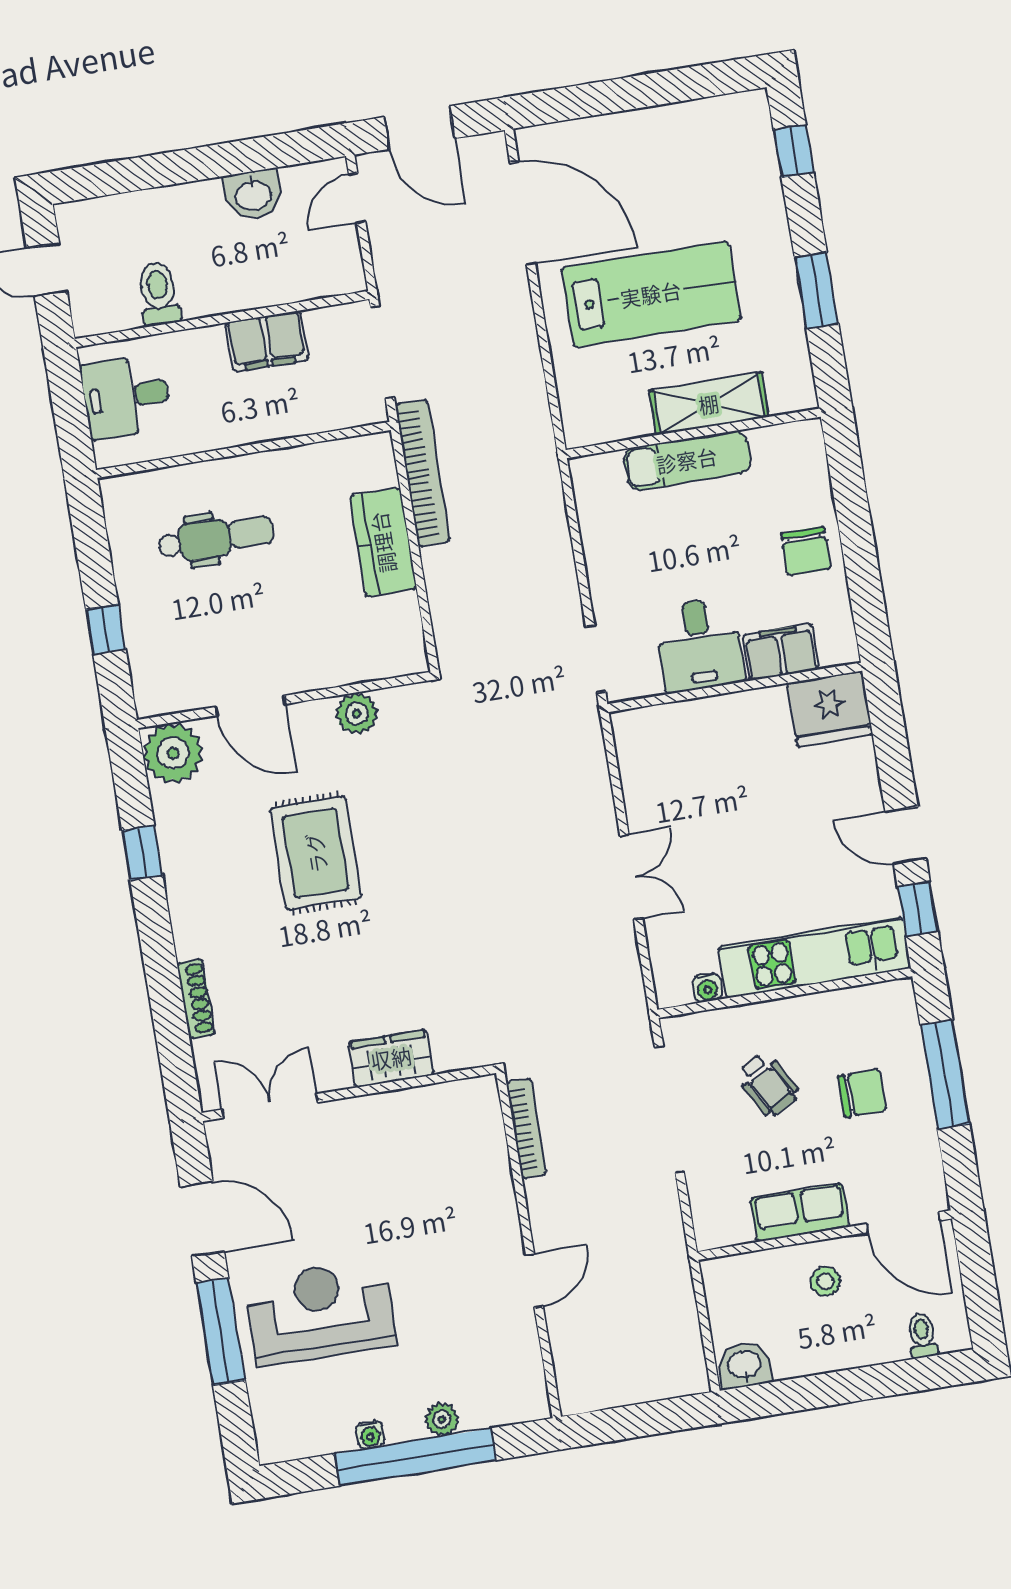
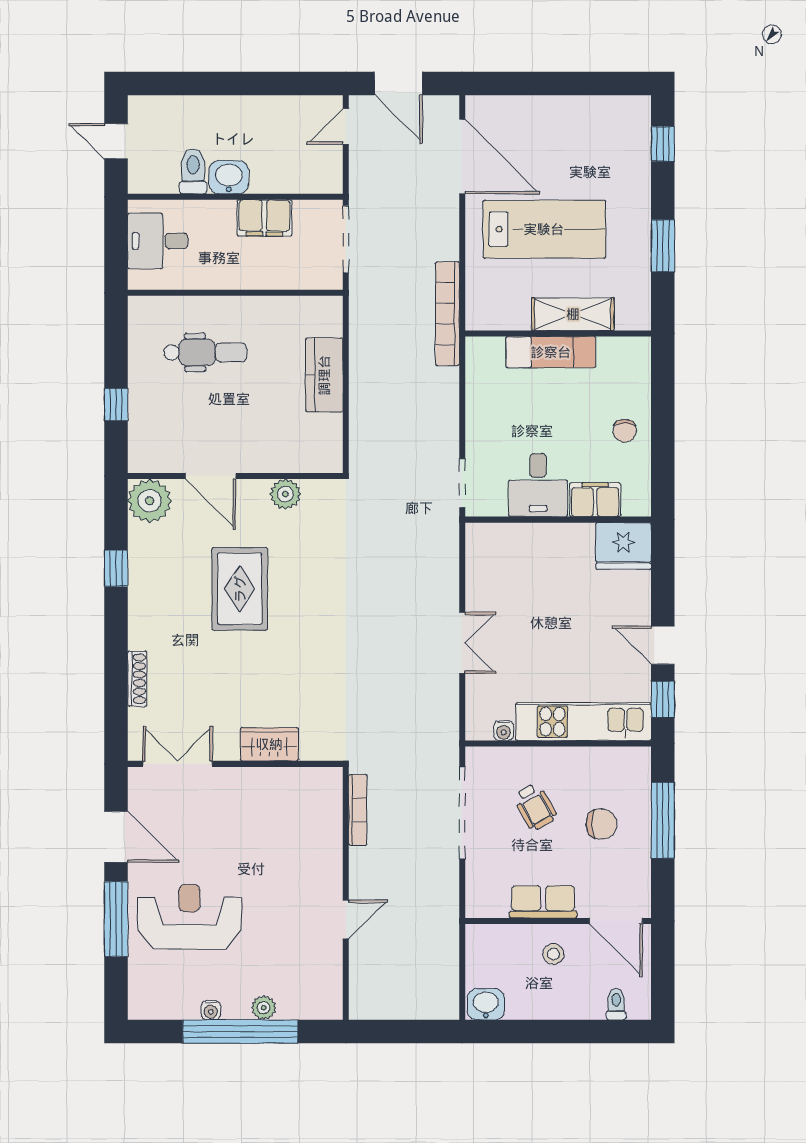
washbasin: (253, 195) -> (229, 177), moved, turned 180
bookcase: (423, 473) -> (447, 314), moved, turned 180
chair: (806, 551) -> (625, 431), width x0.73, depth x0.73

